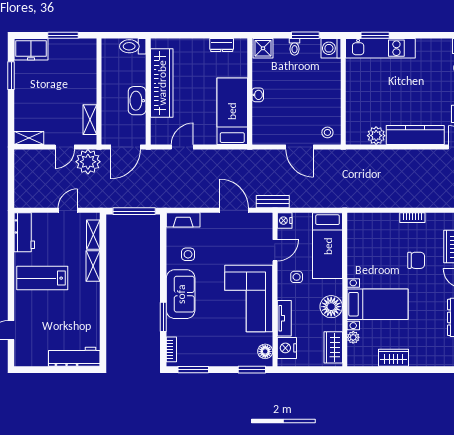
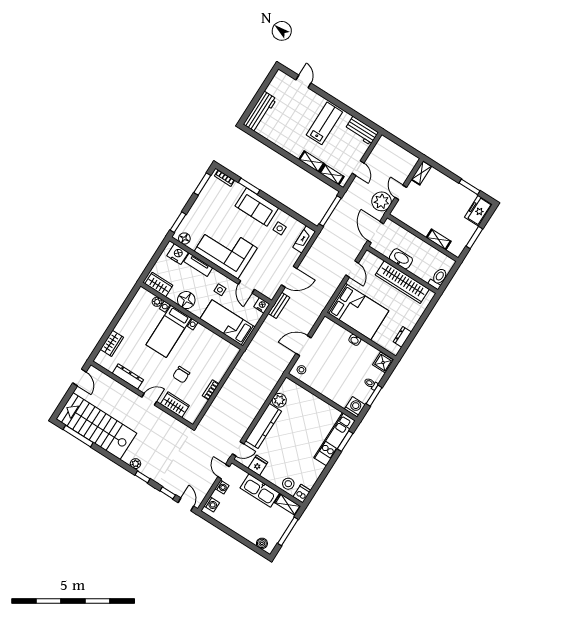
bed: (232, 111) -> (358, 312), width x1.50
shelving: (90, 120) -> (439, 239), moved
wardrobe: (393, 358) -> (112, 343), moved

